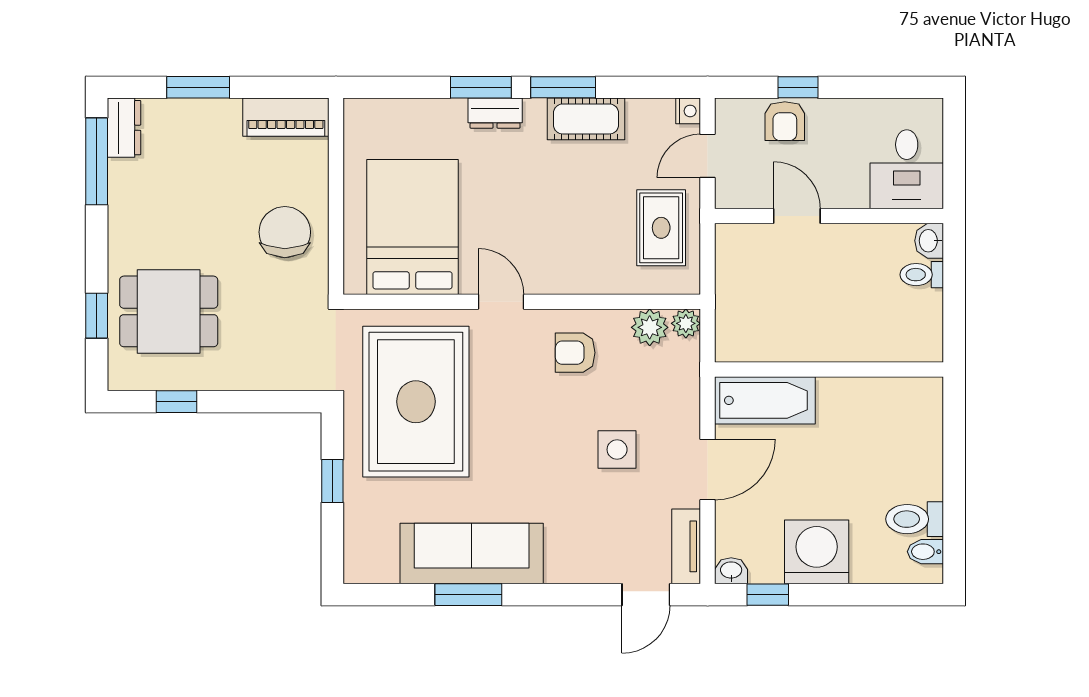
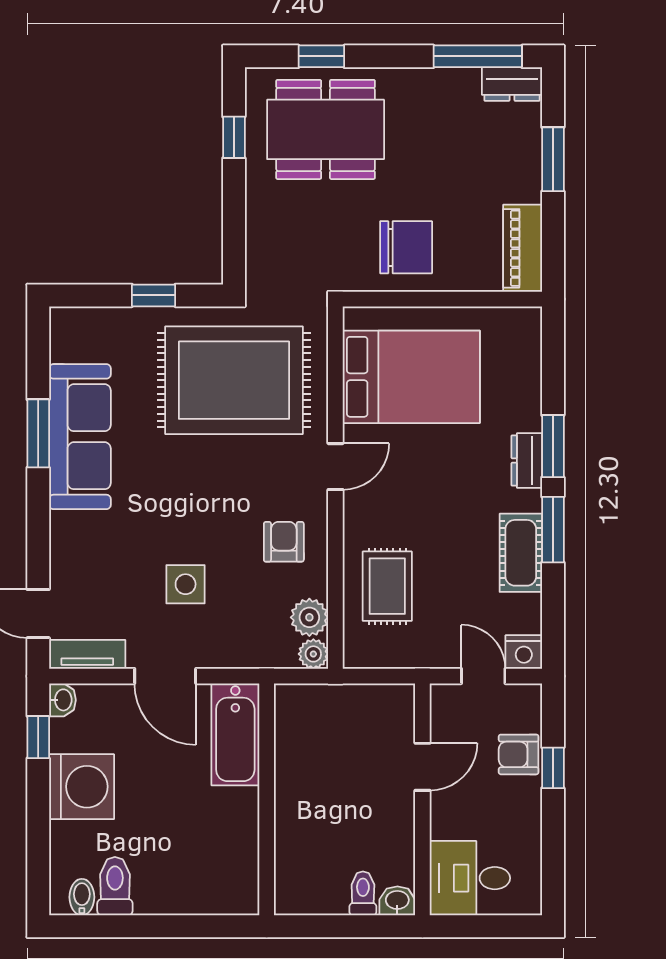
nightstand: (688, 111) -> (524, 652), width x1.39, depth x1.35
rug: (661, 228) -> (387, 586), moved, turned 90
dining table: (169, 311) -> (326, 129), width x1.38

